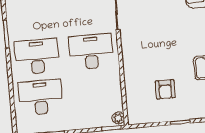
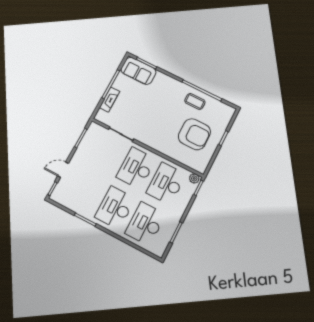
armchair: (165, 89) -> (194, 134), width x1.88, depth x1.88
desk: (95, 93) -> (166, 184), added

